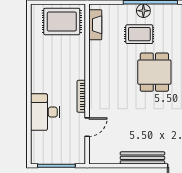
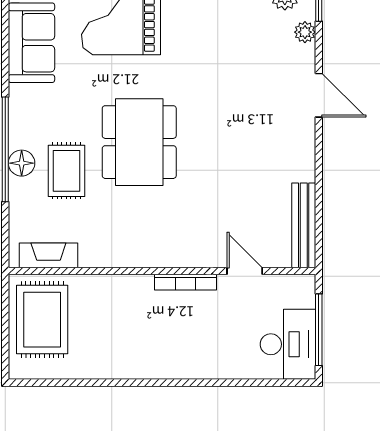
dining table: (154, 72) -> (139, 142), width x1.38
desk: (45, 112) -> (288, 344), moved, turned -90
bench: (142, 158) -> (304, 225), moved

